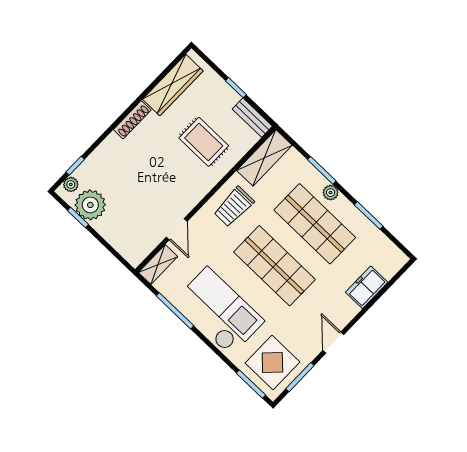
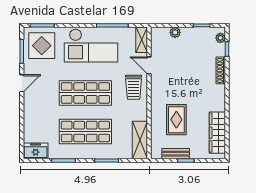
bench: (252, 118) -> (176, 154), moved
shoe rack: (132, 120) -> (221, 70), moved
rug: (204, 142) -> (176, 120), turned 90
plant: (331, 193) -> (92, 154), removed
plant: (90, 205) -> (175, 32), moved, width x0.53, depth x0.53
trolley: (234, 207) -> (134, 87), moved, turned 180
freezer: (367, 287) -> (36, 151), moved, turned -90
door: (333, 343) -> (22, 83), hinge flipped

